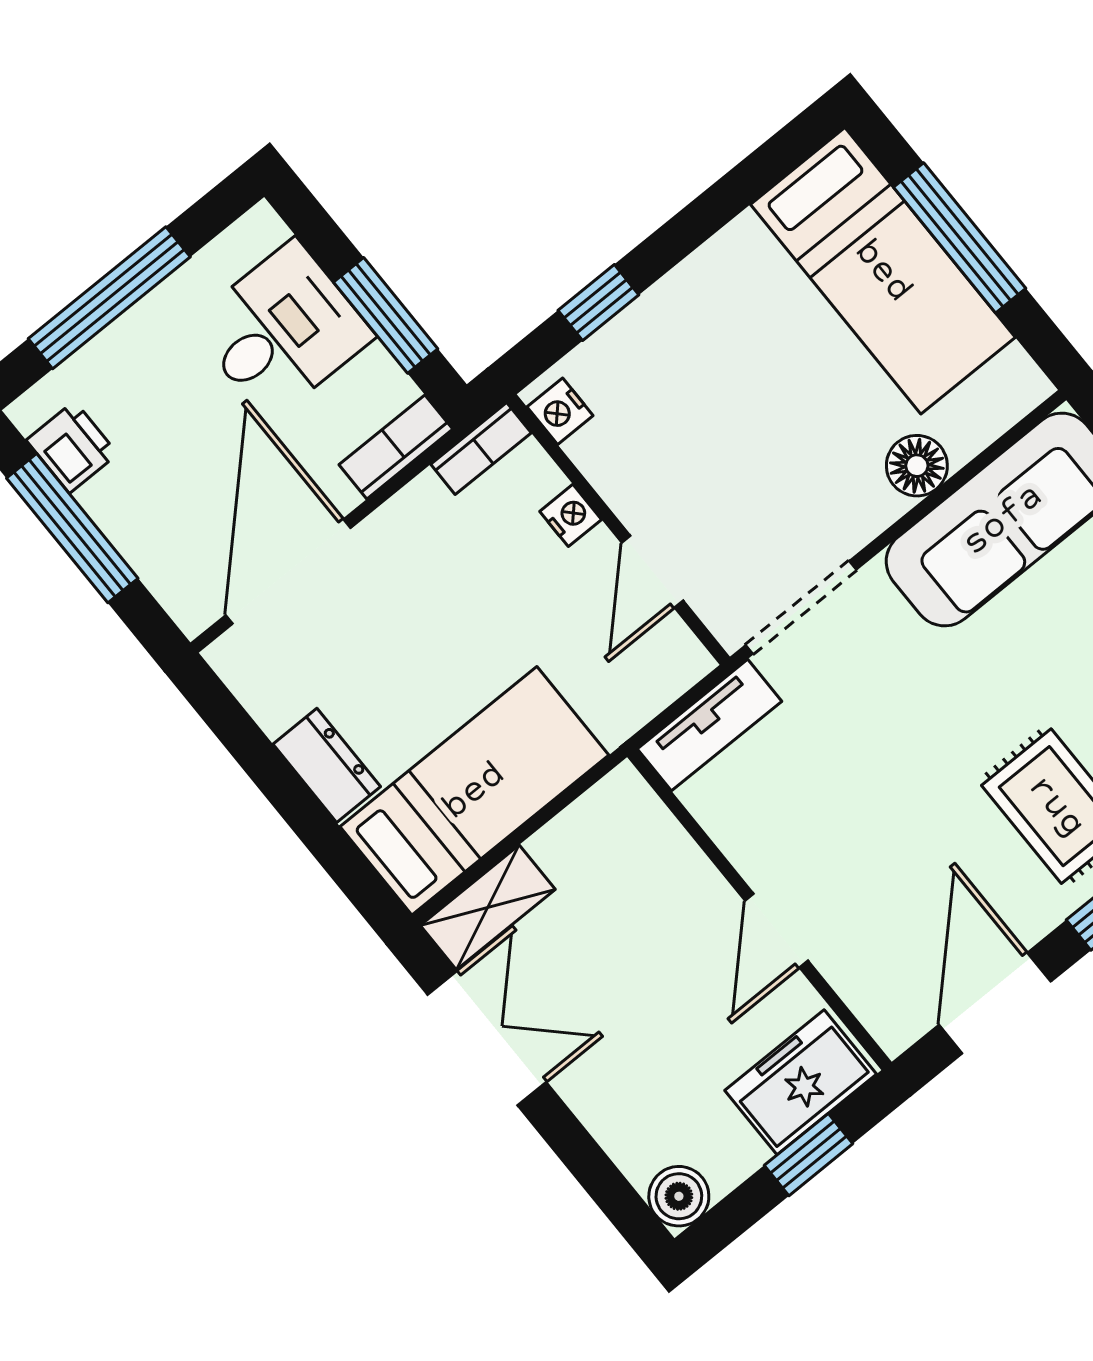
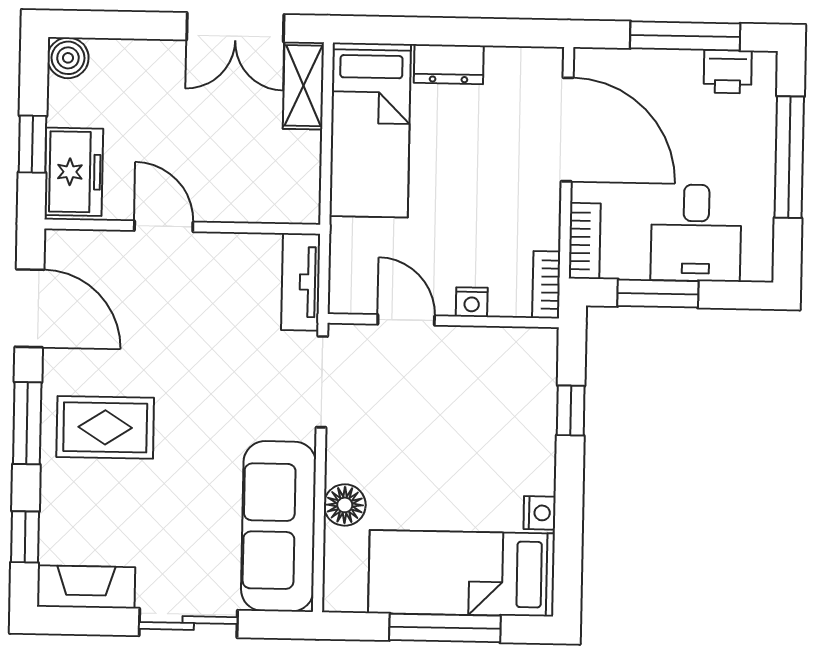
nightstand: (560, 411) -> (540, 513), moved, turned 90

